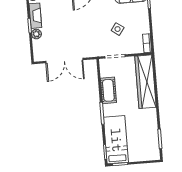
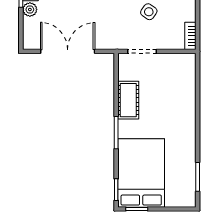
double door: (64, 60) -> (68, 51), swing flipped
wardrobe: (145, 82) -> (183, 92), removed
bed: (116, 140) -> (141, 173), width x1.50

